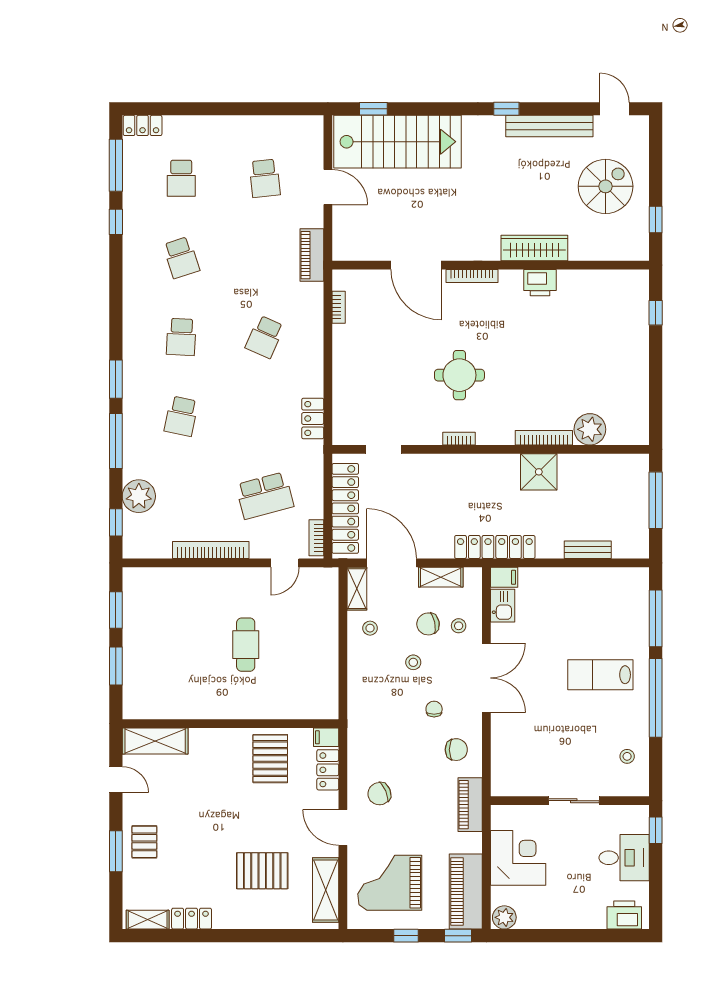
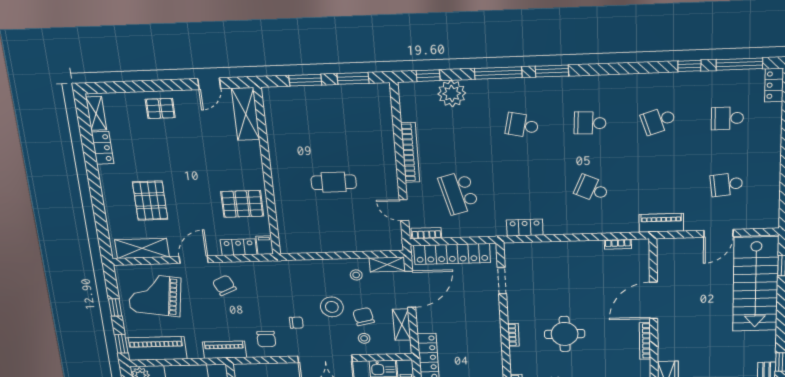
stool: (413, 662) -> (332, 307), width x1.89, depth x1.89
window: (116, 851) -> (149, 86), removed
grand piano: (390, 883) -> (155, 295), turned -81

